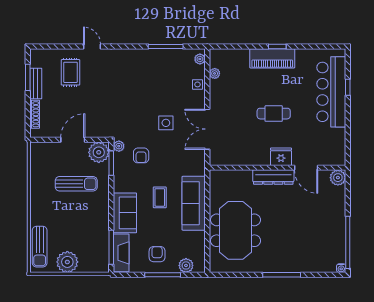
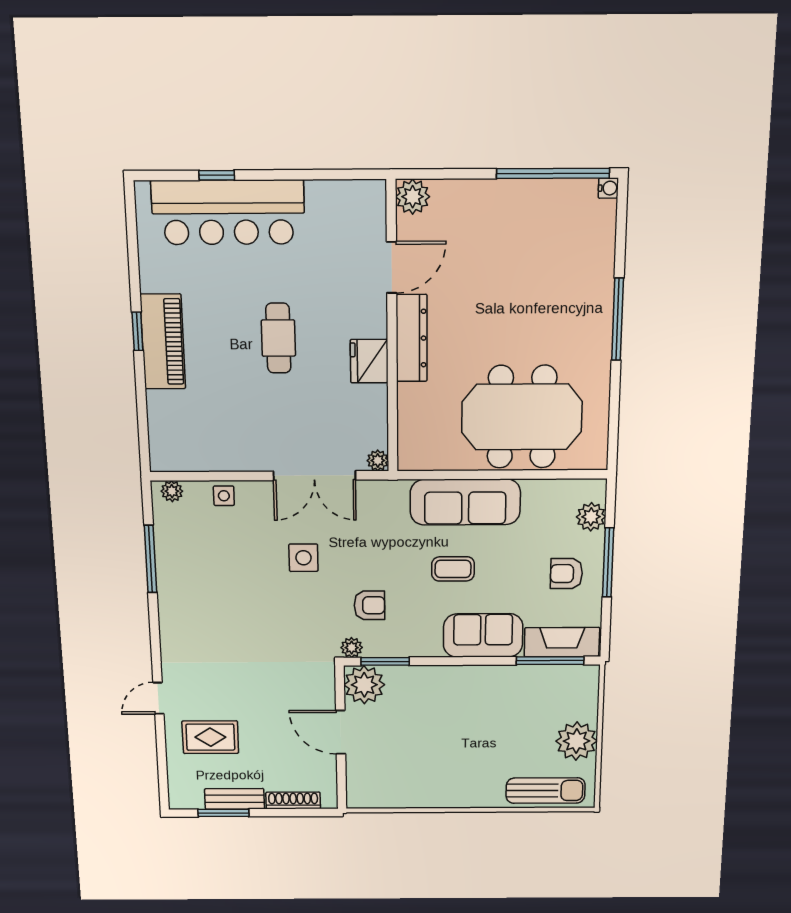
plant: (215, 73) -> (378, 460), moved
fridge: (281, 157) -> (369, 361), moved
sun lounger: (76, 184) -> (426, 726), removed

